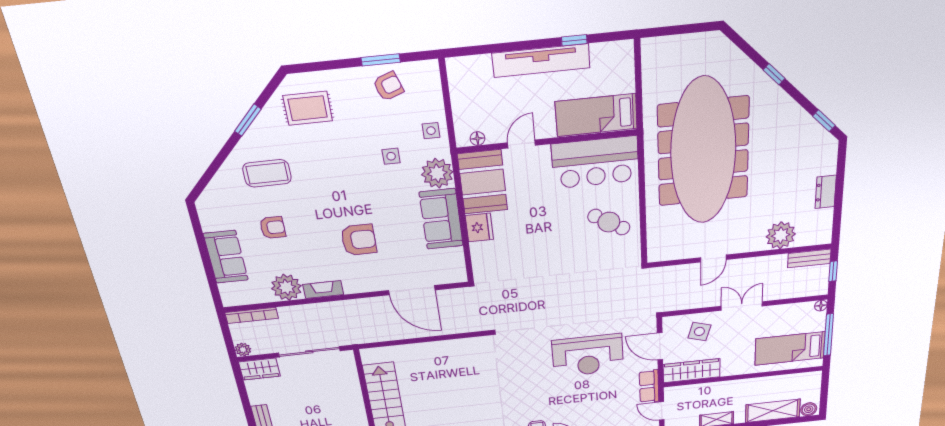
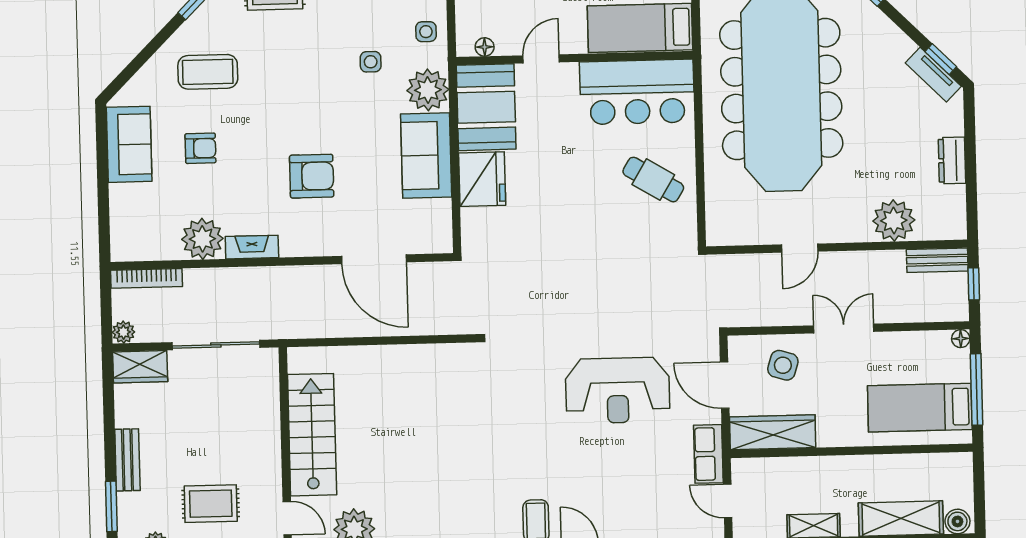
tv unit: (817, 132) -> (933, 75), added
fridge: (479, 228) -> (482, 179), width x1.36, depth x1.34
sofa: (226, 257) -> (129, 144), moved

